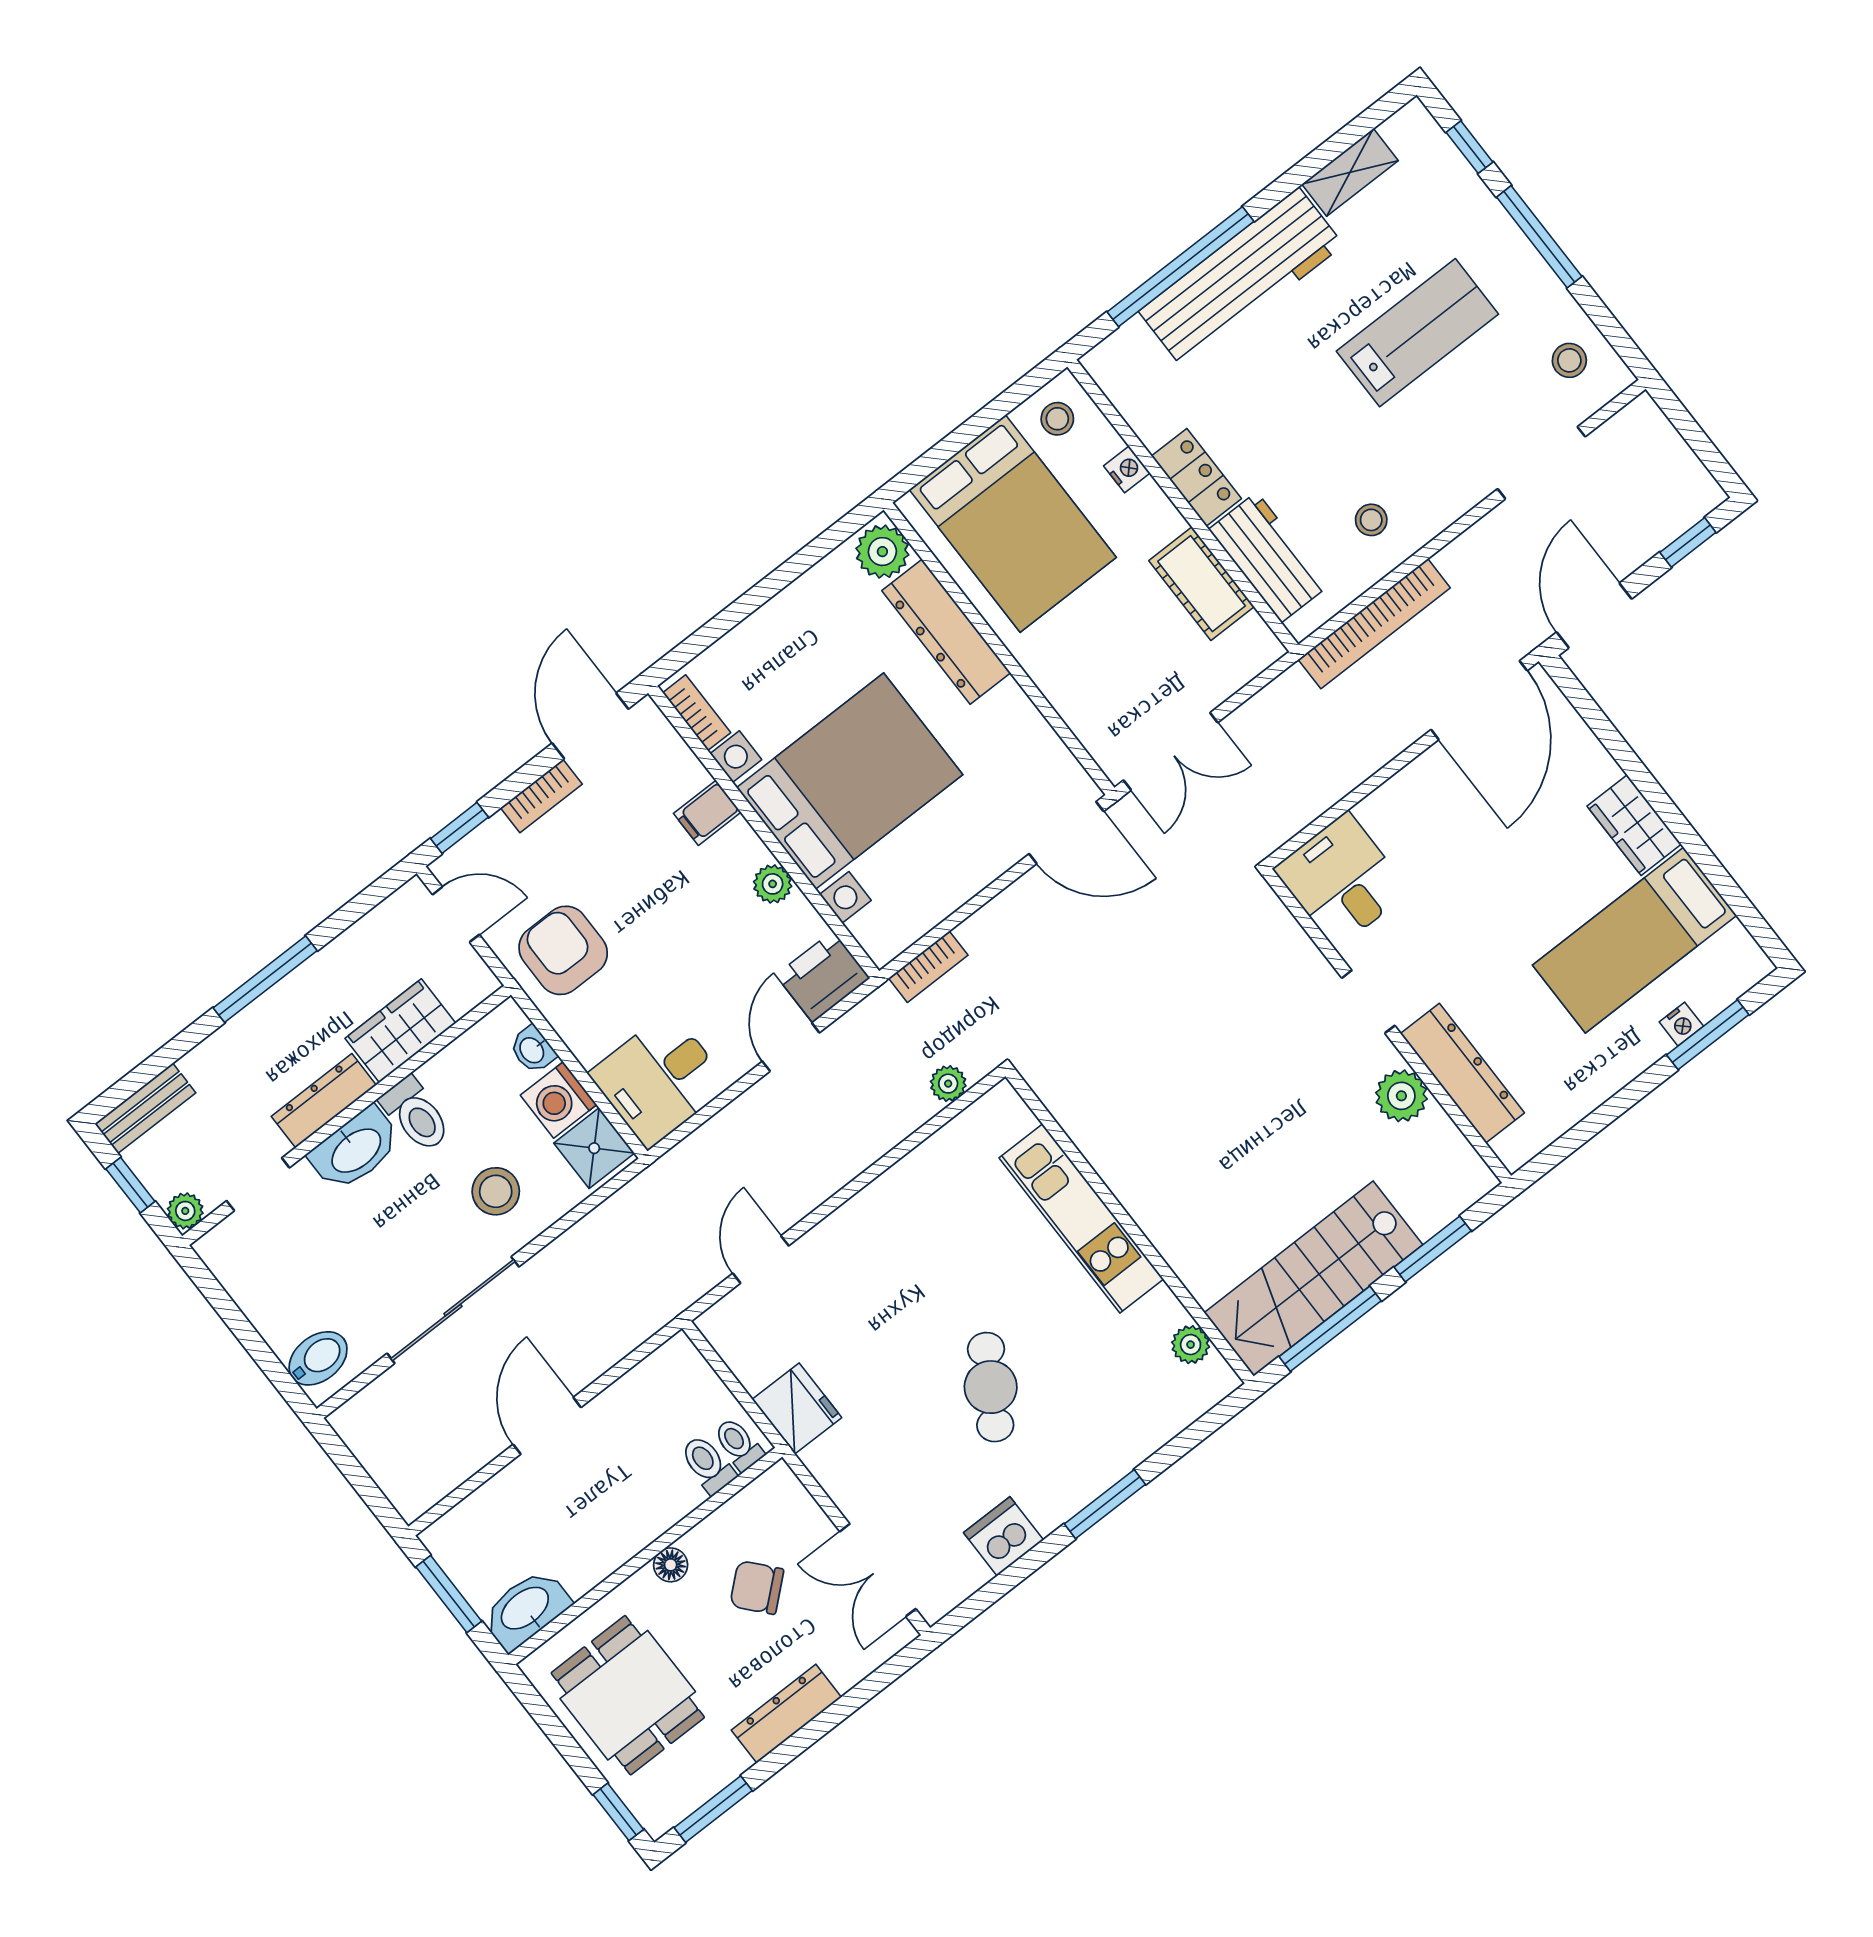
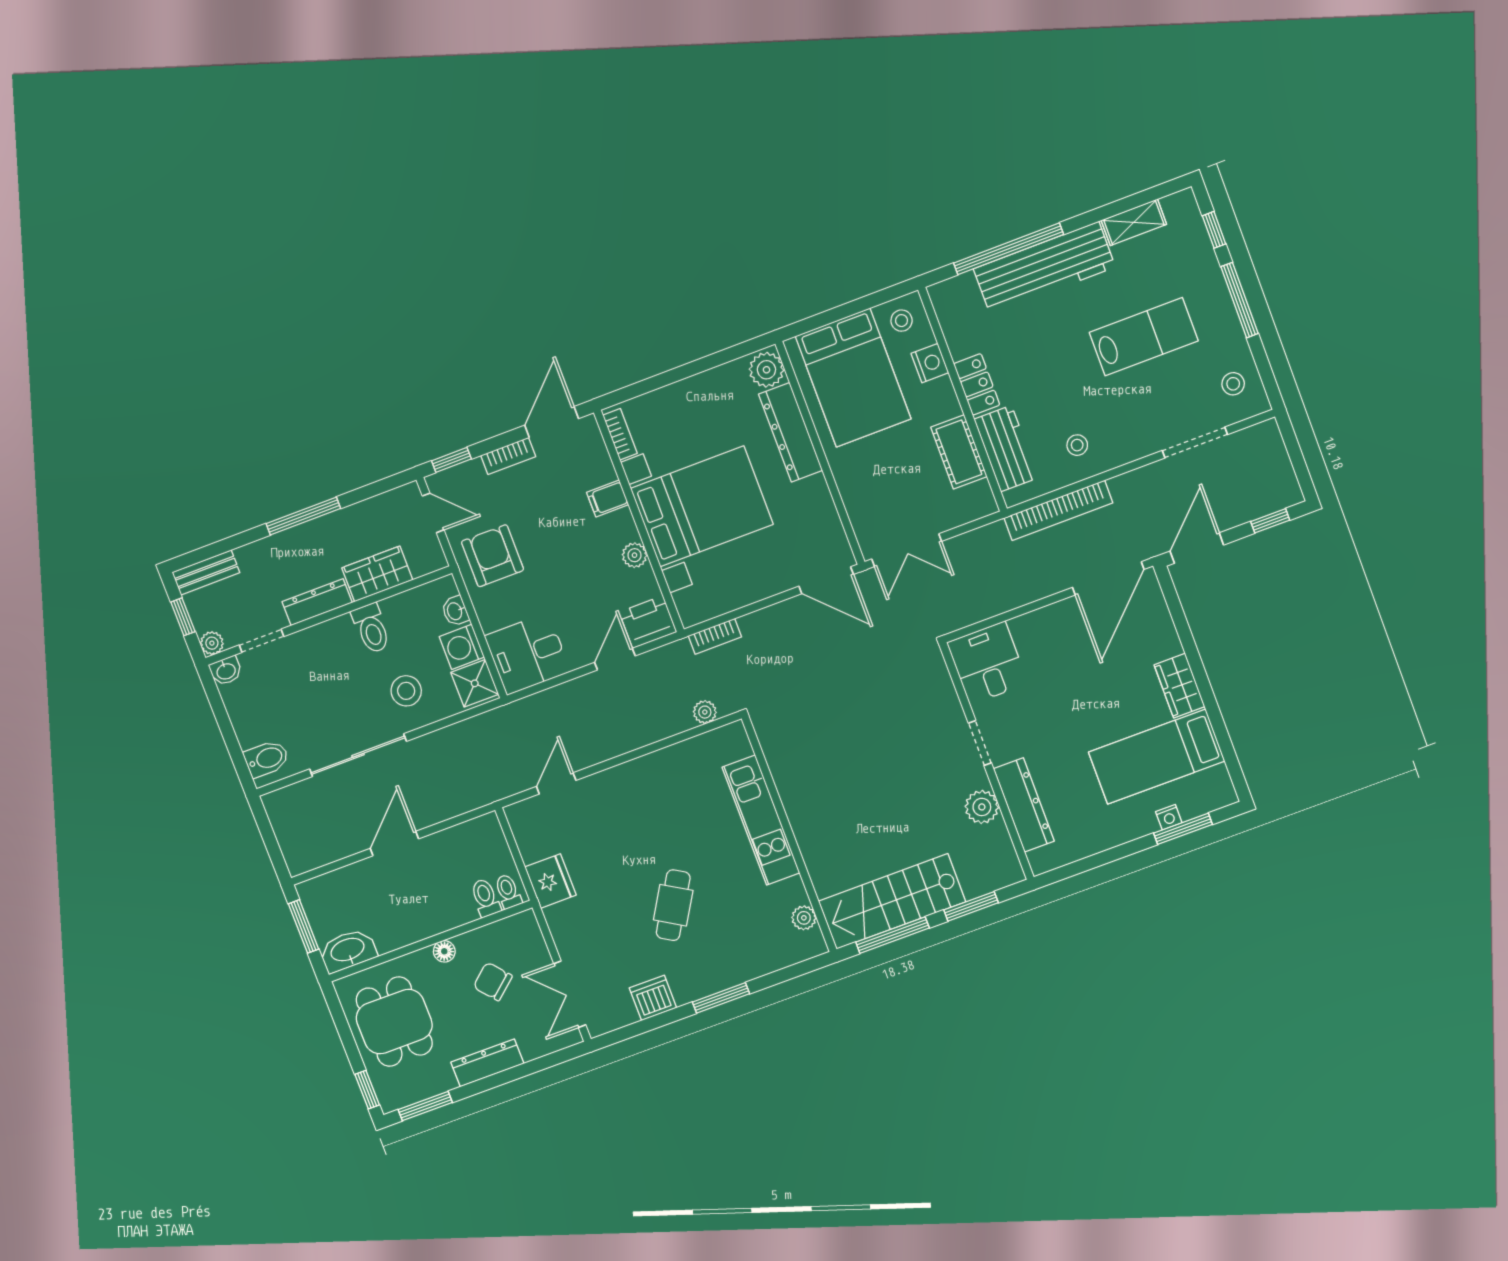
nightstand: (1127, 469) -> (930, 363), width x1.39, depth x1.35
washbasin: (355, 1149) -> (226, 671), moved, width x0.52, depth x0.69

